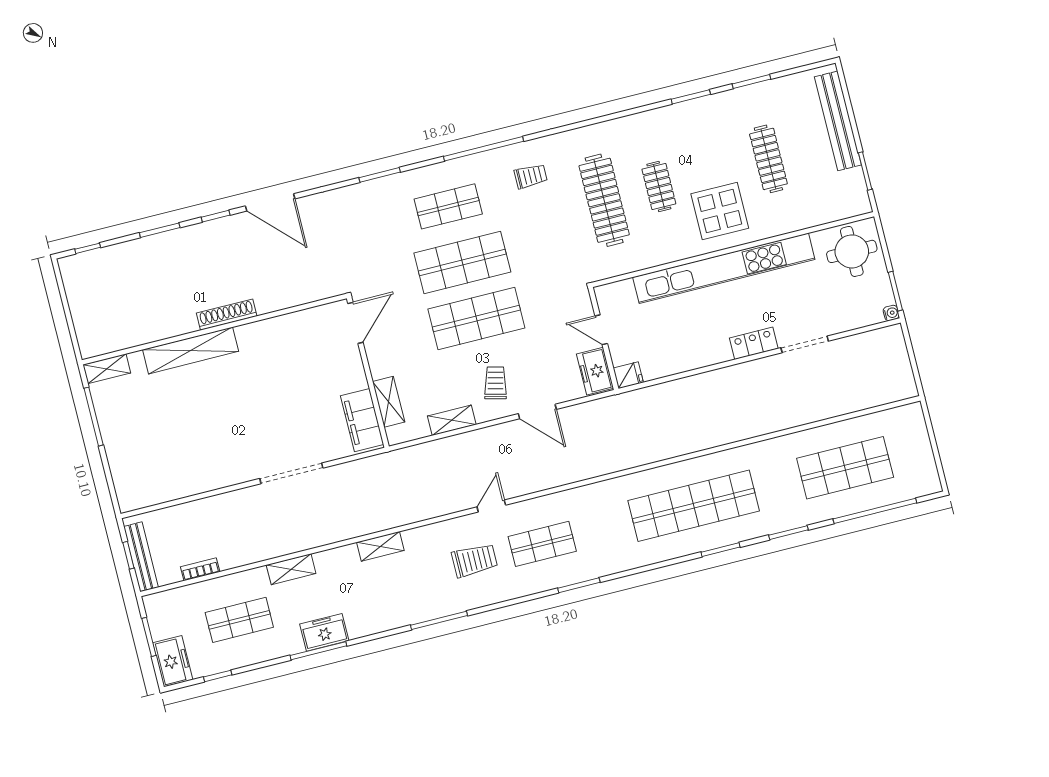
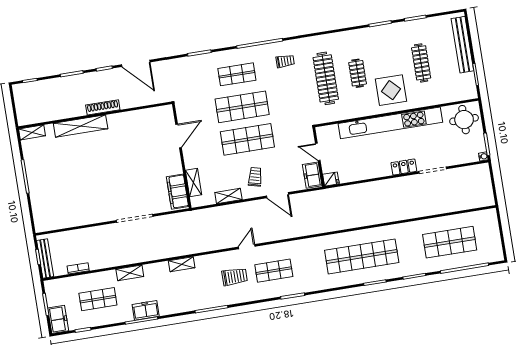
shoe rack: (227, 315) -> (103, 107), moved
wall: (214, 329) -> (95, 115), moved
shelving: (191, 351) -> (81, 126), moved
shelving: (107, 369) -> (32, 132), moved

